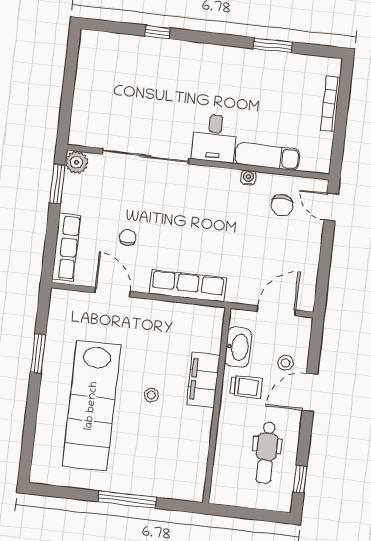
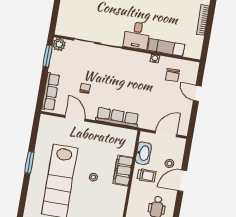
door: (331, 207) -> (197, 93), moved
window: (38, 354) -> (29, 162), moved

